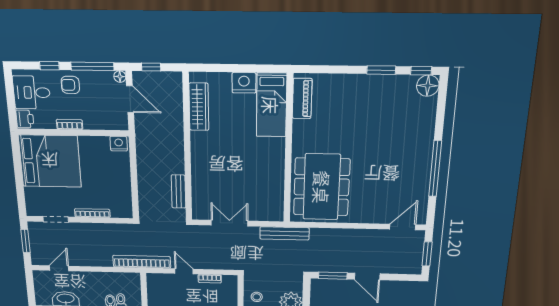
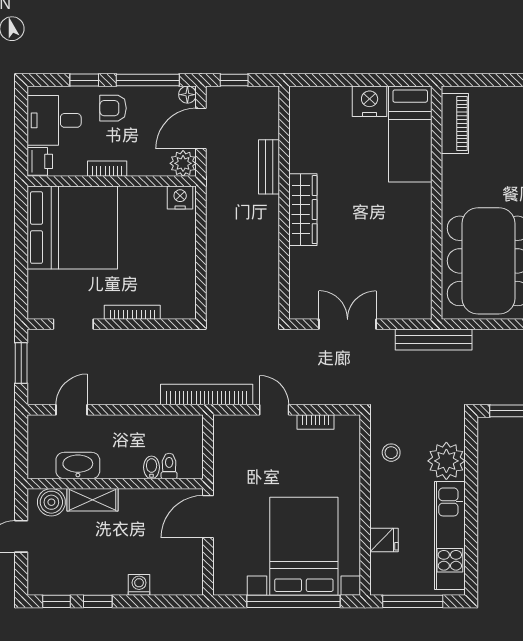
door: (130, 99) -> (201, 128), swing flipped
wardrobe: (199, 107) -> (303, 210), moved
plant: (119, 122) -> (183, 163), added
bench: (178, 192) -> (269, 167), moved

